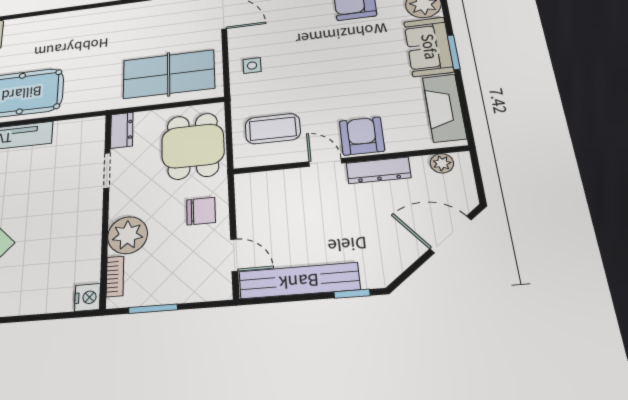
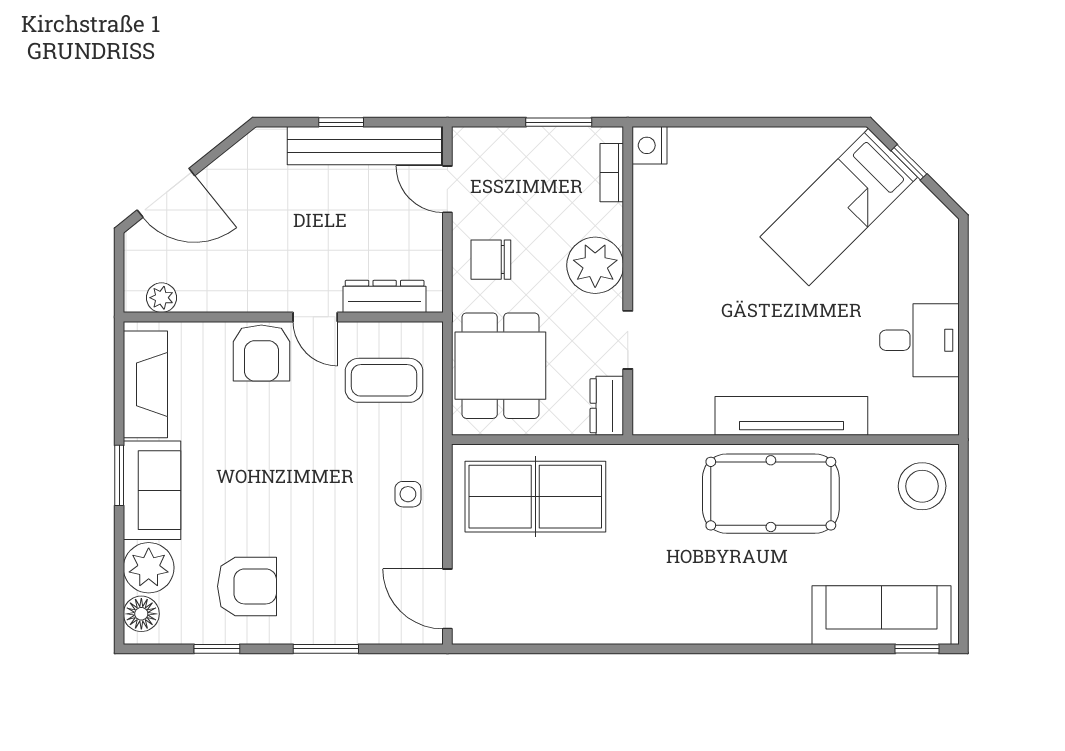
dresser: (378, 170) -> (385, 296), moved
plant: (128, 235) -> (595, 265), moved
window: (352, 294) -> (341, 122), moved

